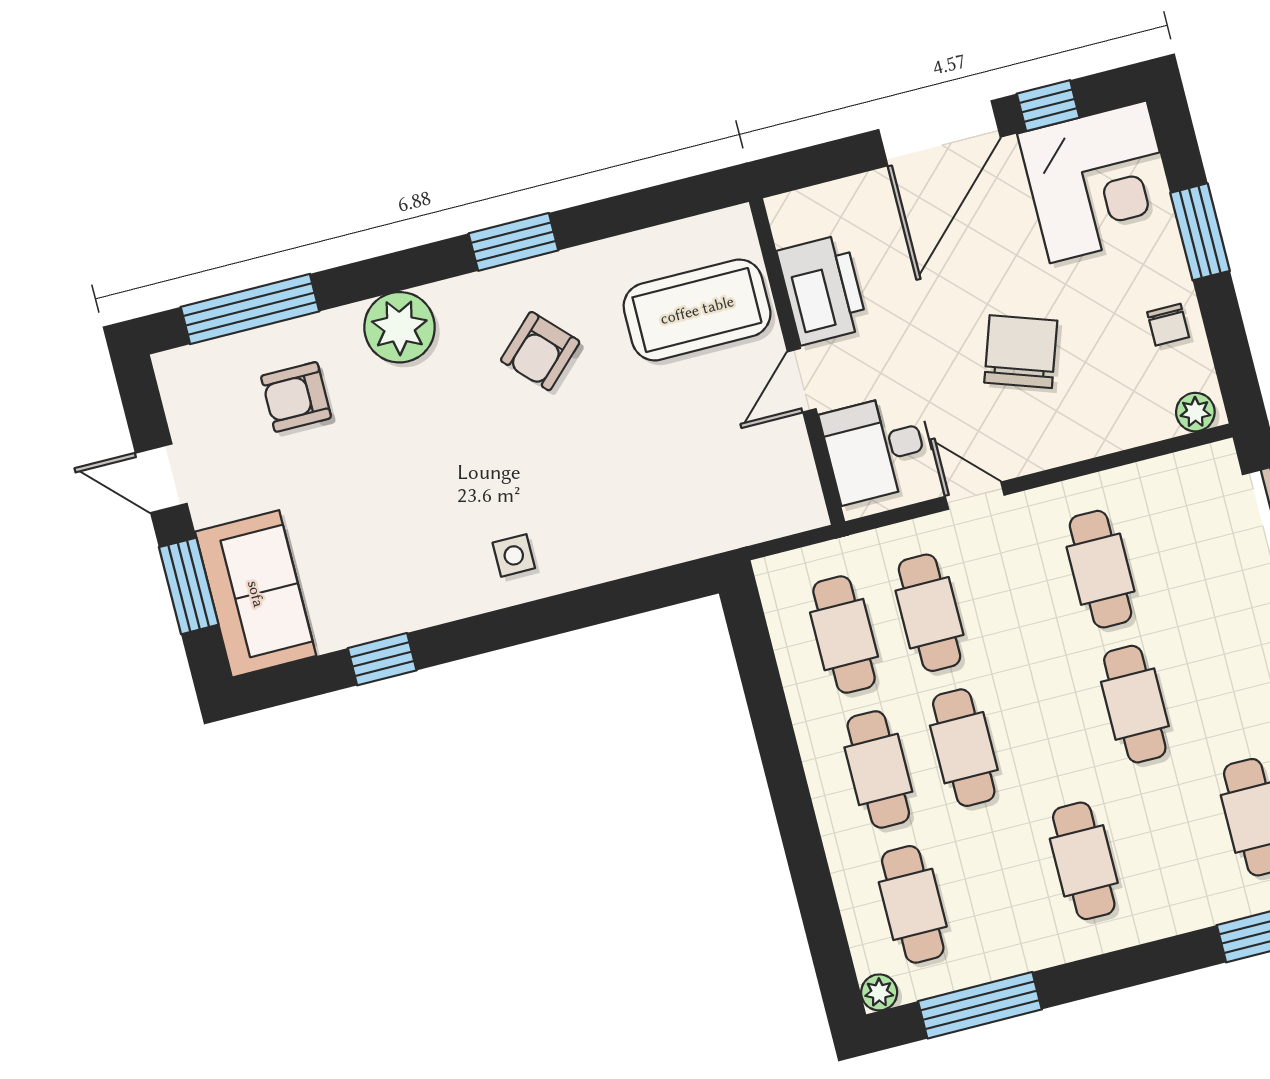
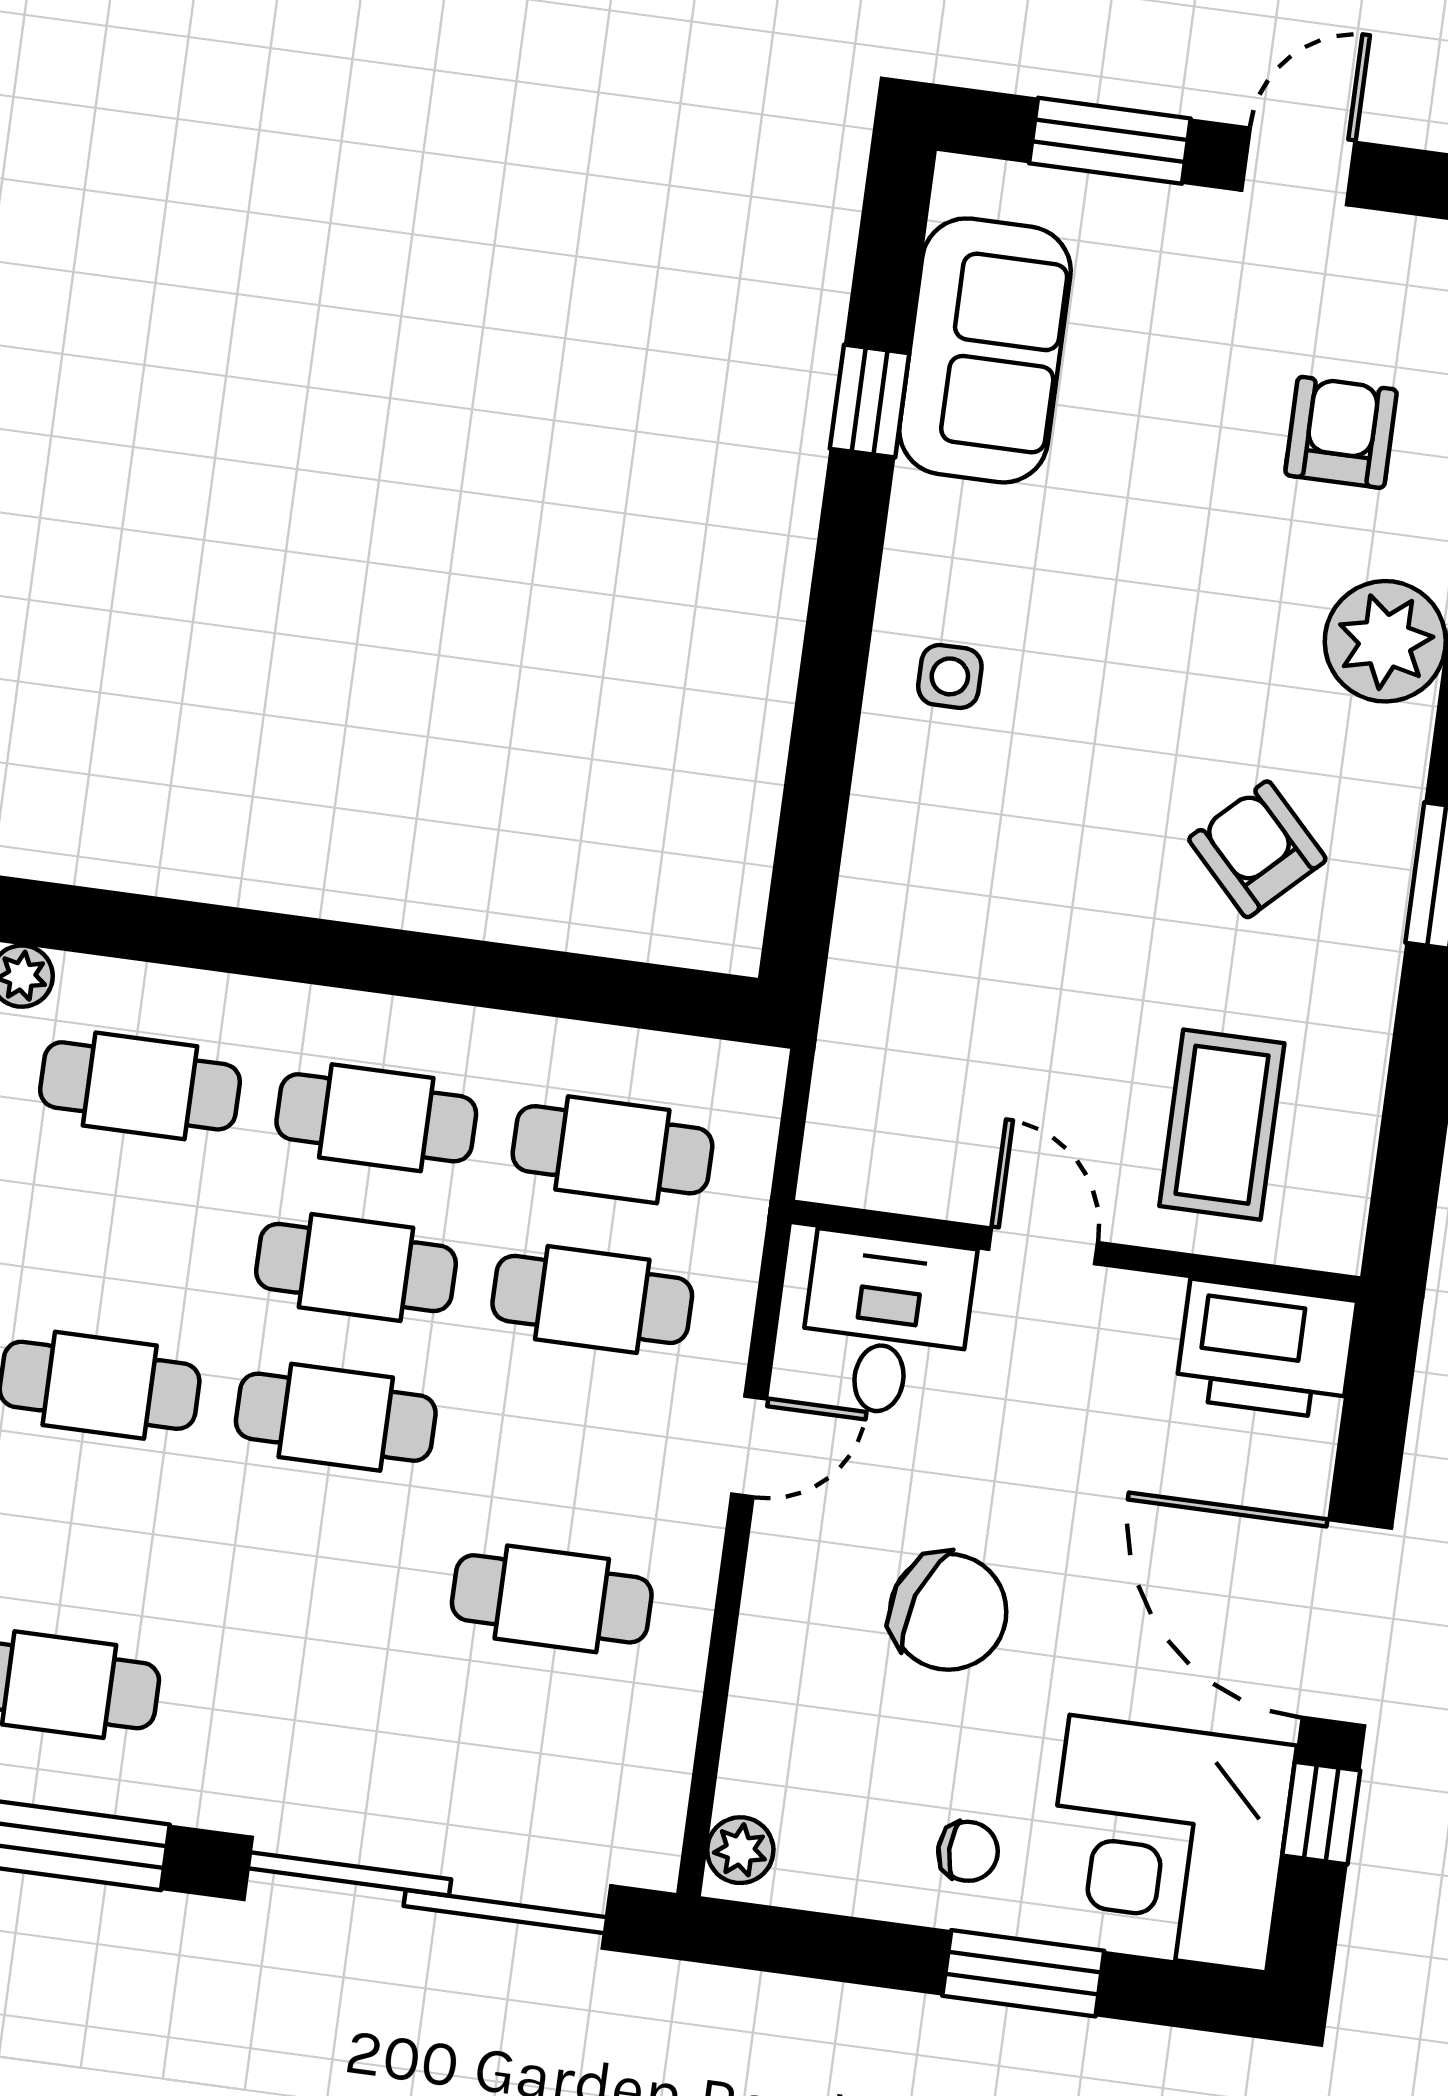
printer: (822, 290) -> (1266, 1349), moved
coffee table: (697, 310) -> (1222, 1125), width x0.73, depth x0.76
chair: (1168, 325) -> (968, 1851), moved, turned 180
sofa: (256, 594) -> (985, 350), moved, turned -90
cafe table: (1135, 704) -> (336, 1417), moved

